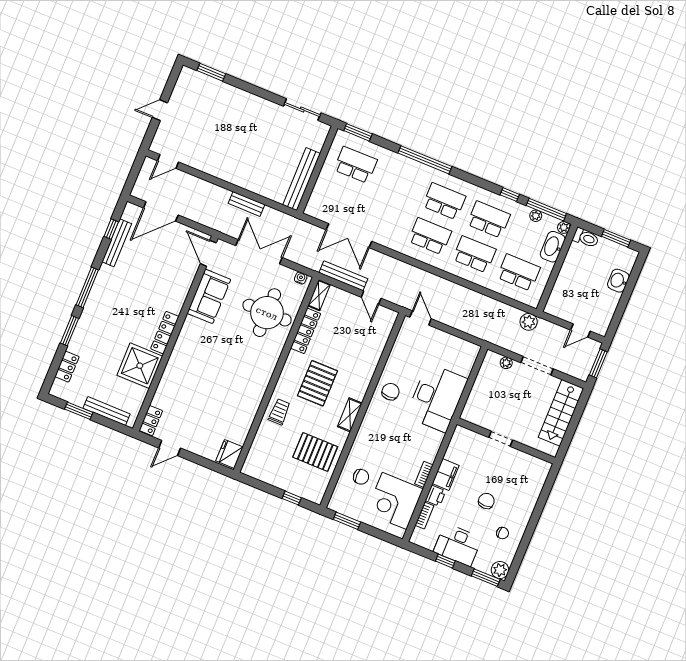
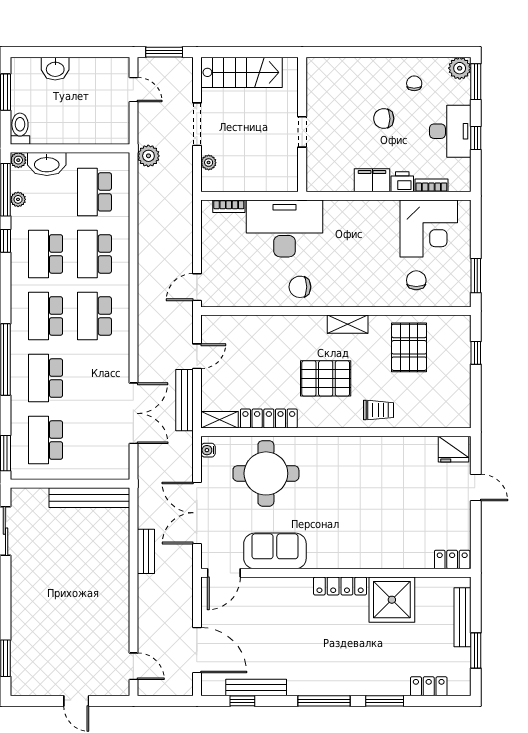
school desk: (400, 183) -> (46, 378), added
trolley: (279, 412) -> (379, 410), turned 180
door: (170, 448) -> (476, 487), moved
bookcase: (424, 474) -> (229, 206), moved

